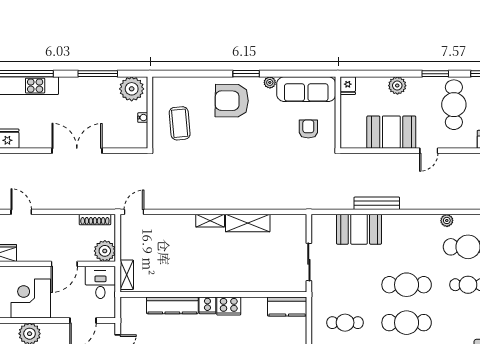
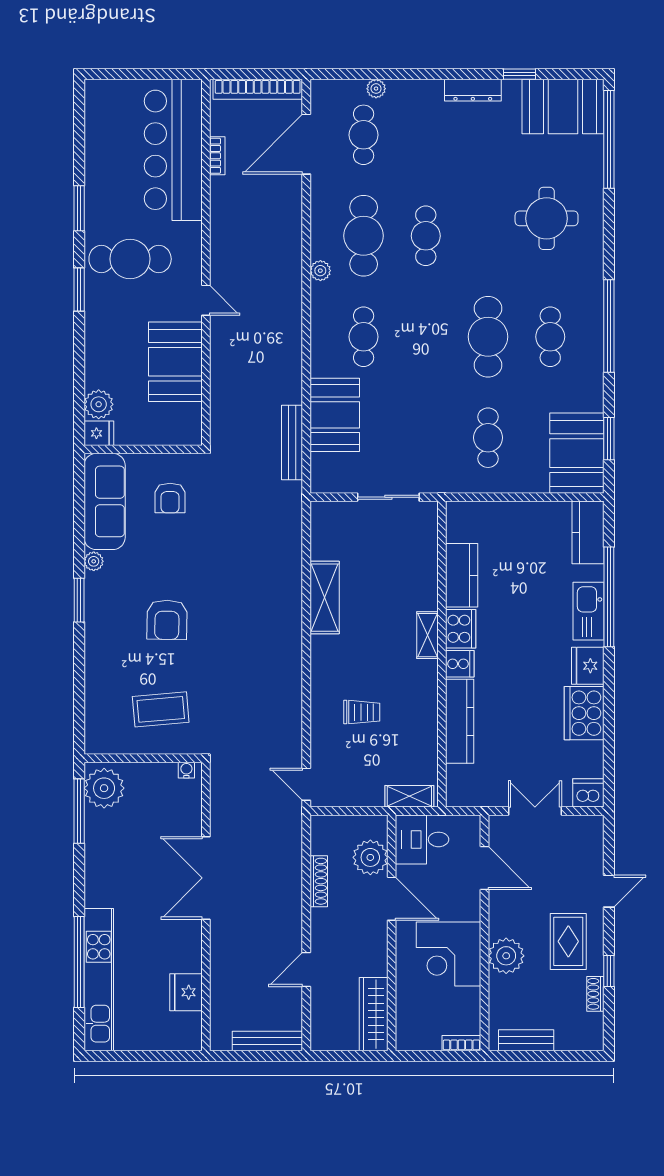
window: (98, 74) -> (79, 811), moved
plant: (397, 86) -> (99, 404), moved
armchair: (232, 101) -> (167, 620), moved, width x0.73, depth x0.73
water cooler: (143, 118) -> (186, 770), moved
armchair: (308, 129) -> (170, 498), turned -90
bench: (377, 203) -> (292, 442), moved
shoe rack: (95, 220) -> (319, 881), moved
shelving: (210, 221) -> (428, 635), moved
trolley: (178, 246) -> (362, 712), added
plant: (105, 251) -> (370, 857), moved
cafe table: (407, 285) -> (364, 337), moved, width x0.73, depth x0.74
kitchen counter: (287, 307) -> (462, 575), moved

